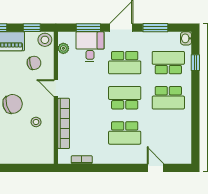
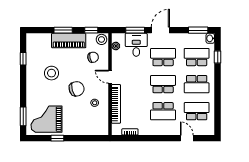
window: (155, 28) -> (198, 30), moved
school desk: (125, 63) -> (163, 57), turned 180
school desk: (168, 133) -> (197, 111), added

